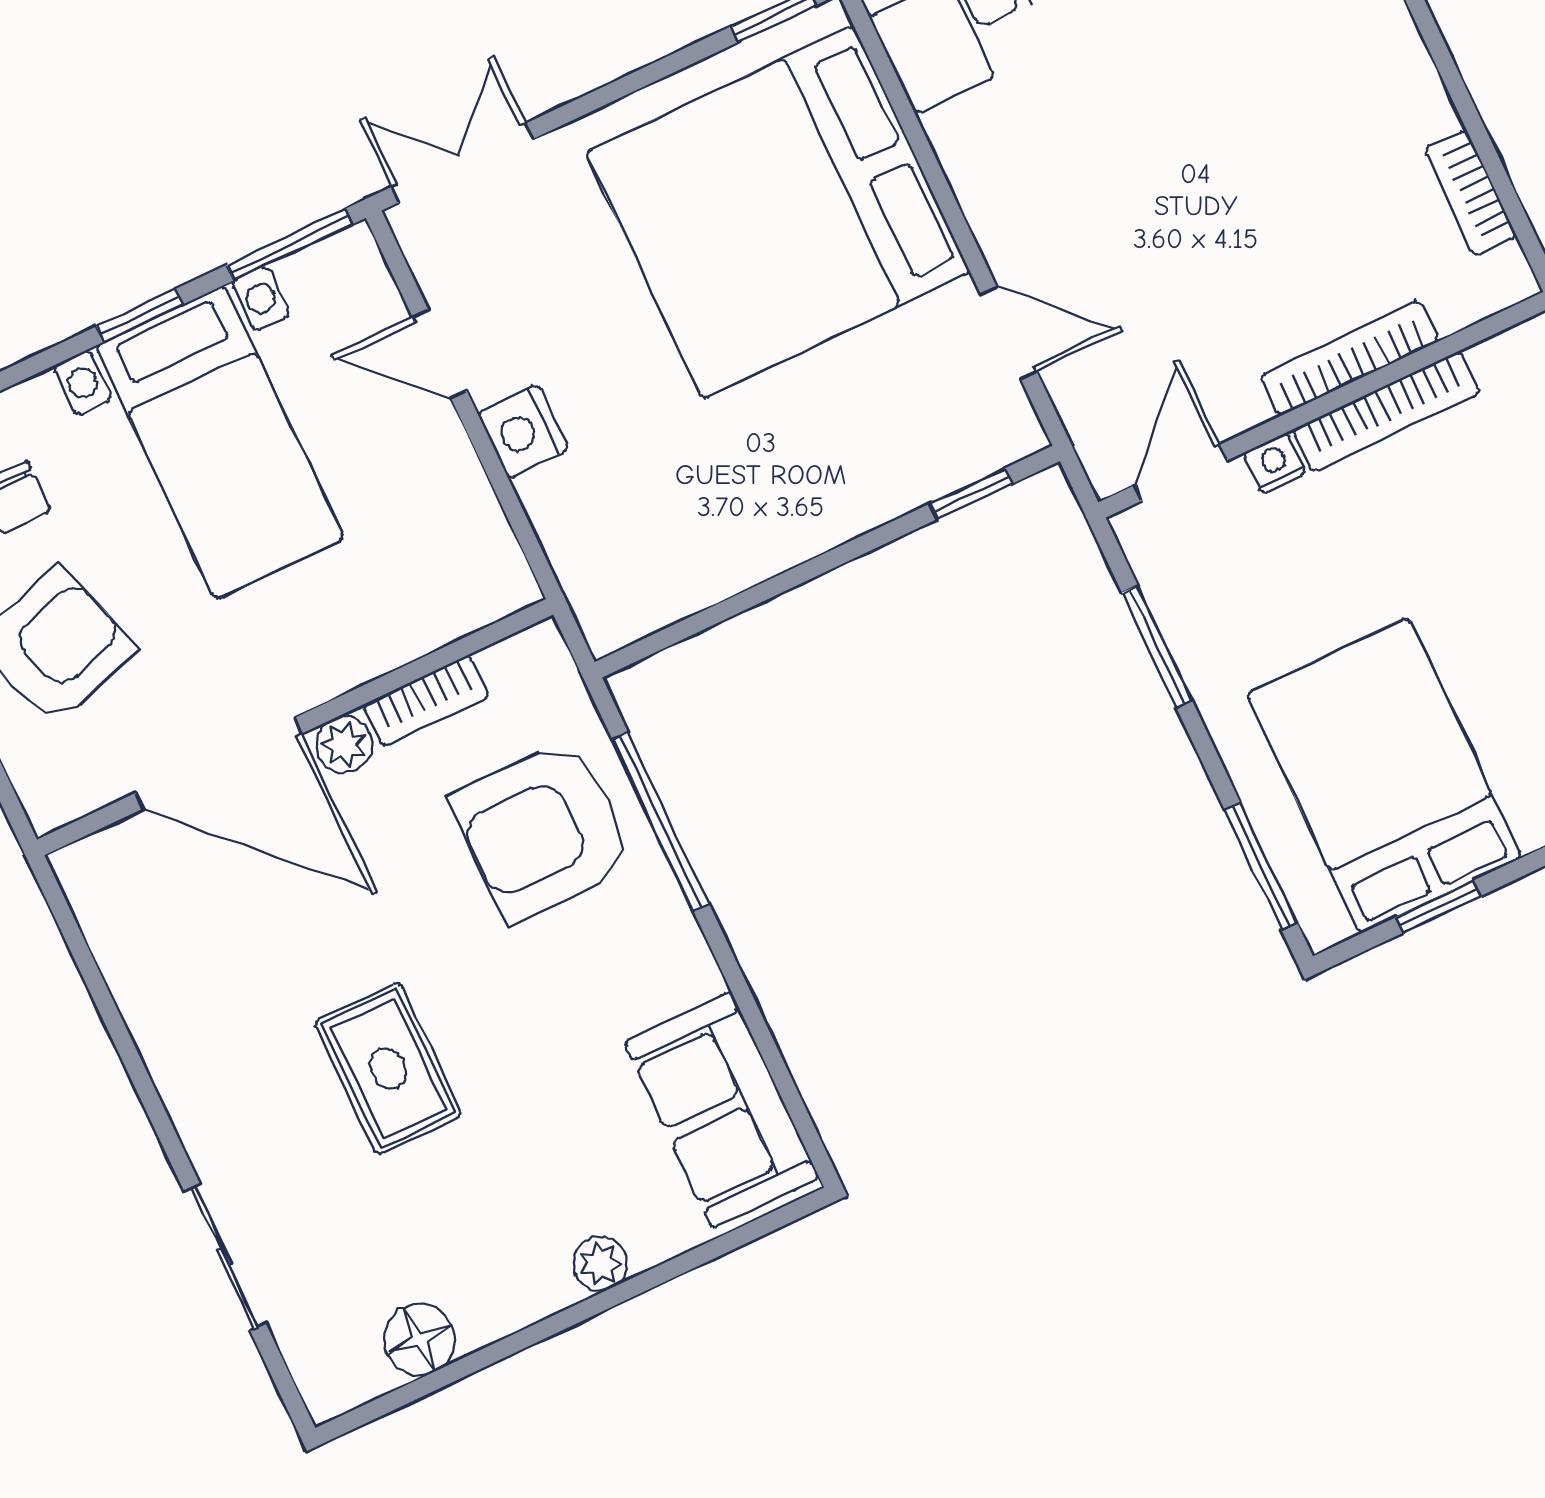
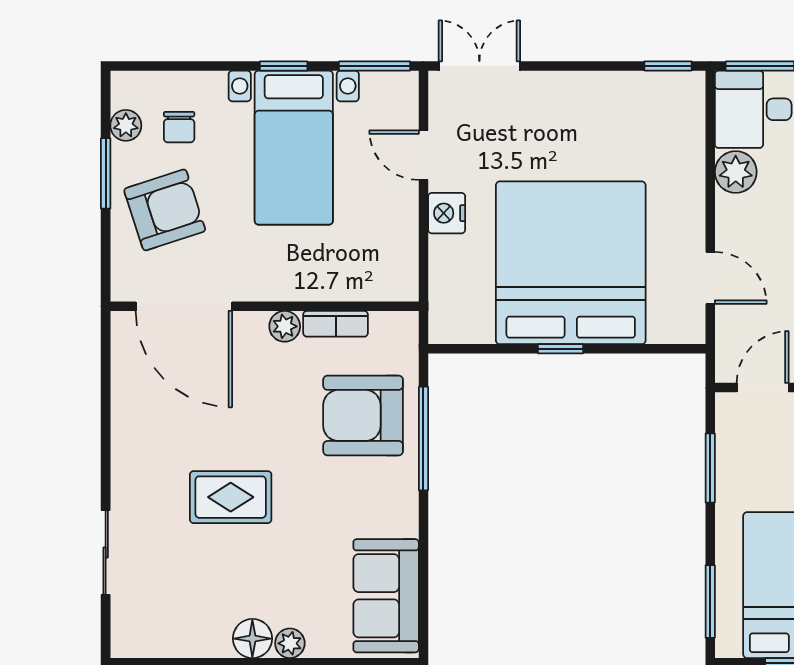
plant: (968, 138) -> (736, 172), added
bed: (778, 212) -> (571, 263), moved, turned 90
window: (971, 494) -> (561, 349), moved
door: (219, 763) -> (184, 306), moved
rug: (388, 1069) -> (231, 497), turned 90
floor lamp: (419, 1339) -> (252, 639), moved

